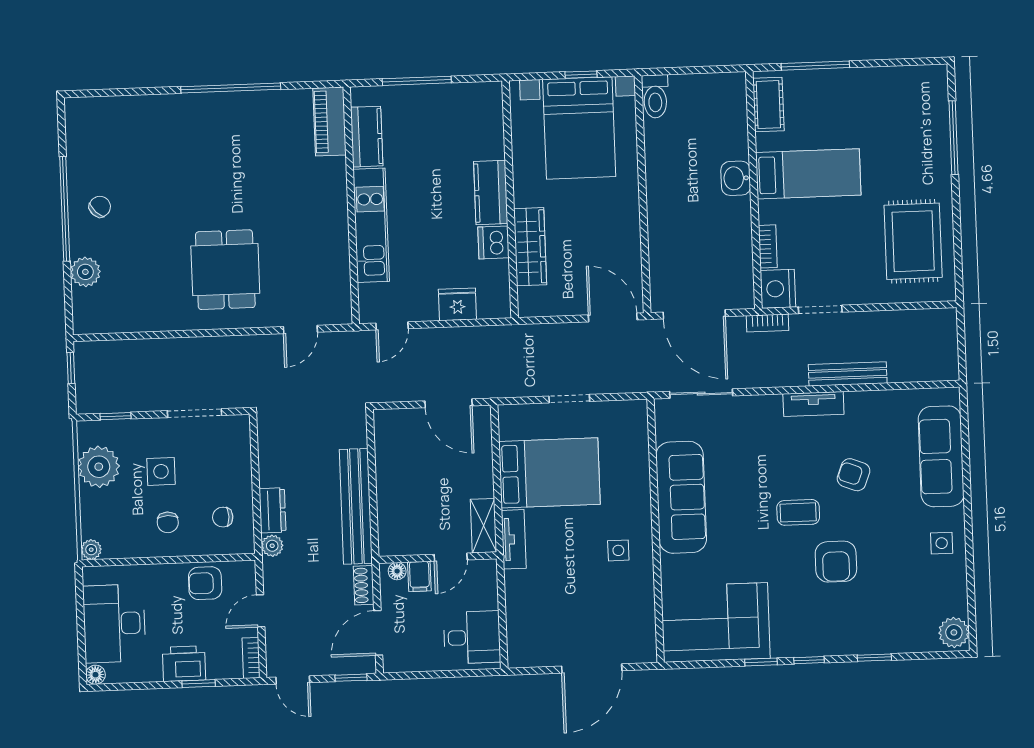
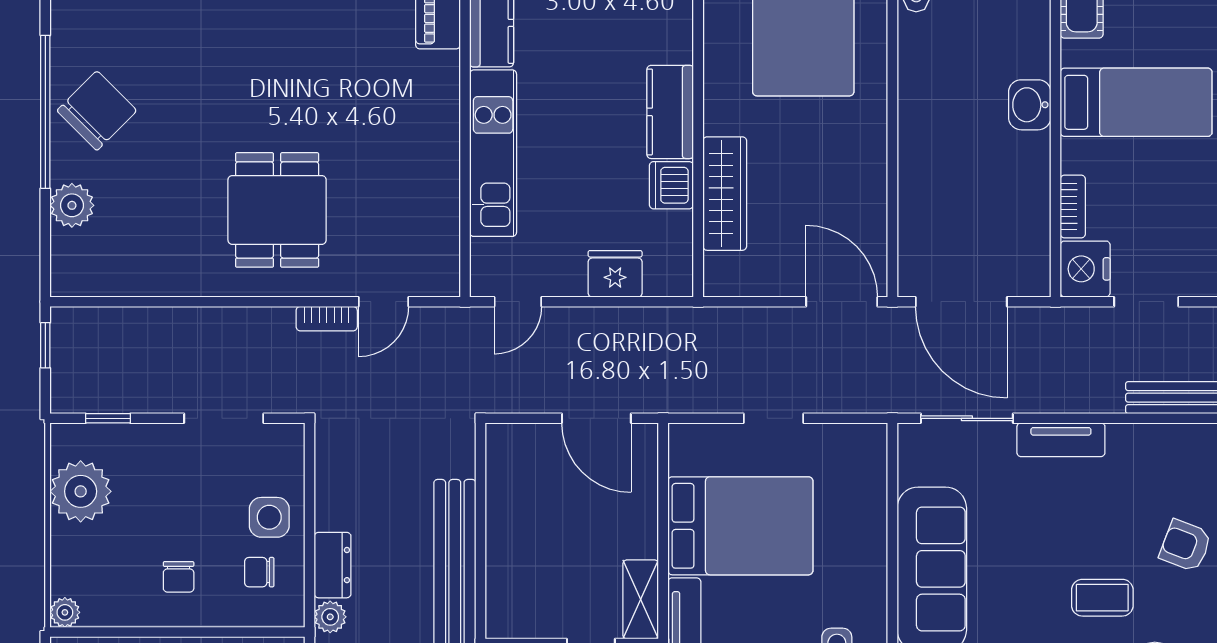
chair: (100, 207) -> (97, 111), width x1.87, depth x1.87
bookcase: (768, 323) -> (327, 319), moved
tv unit: (813, 404) -> (1061, 440), moved
side table: (161, 471) -> (269, 517), moved

